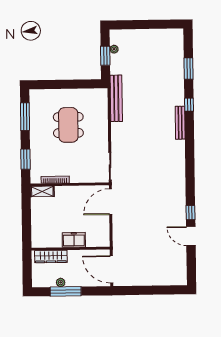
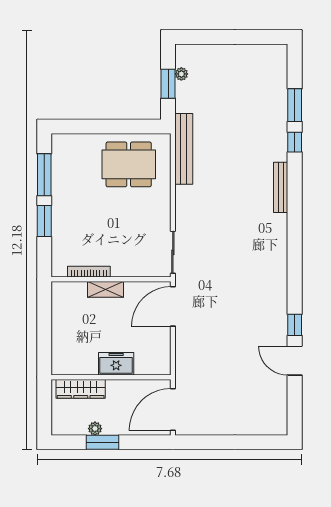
window: (189, 105) -> (295, 142), moved
dining table: (68, 125) -> (129, 164), moved, turned 90
window: (26, 159) -> (44, 221), moved
shelving: (42, 191) -> (106, 289), moved
door: (111, 269) -> (173, 410), hinge flipped
window: (66, 291) -> (102, 442), width x0.69

